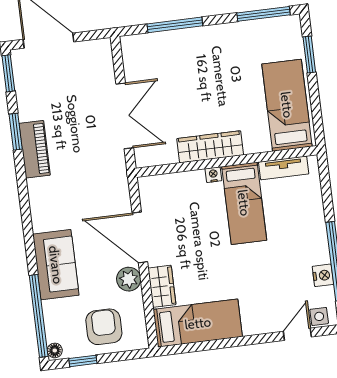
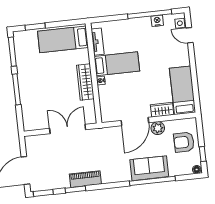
window: (175, 25) -> (16, 89), moved
window: (39, 316) -> (152, 181), moved

